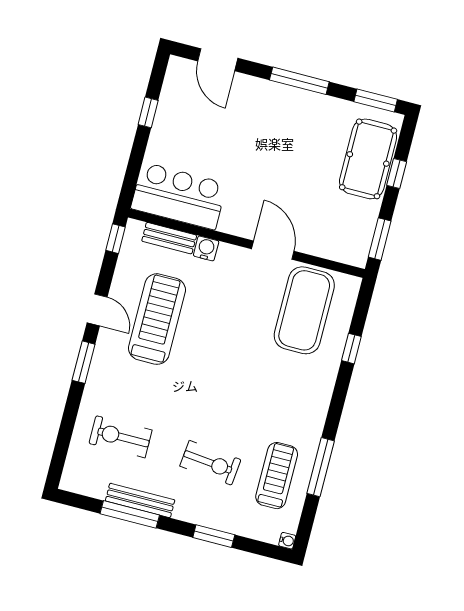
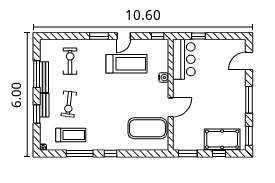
window: (148, 112) -> (199, 36), moved
bench: (169, 238) -> (44, 105), moved
window: (351, 349) -> (110, 154), moved

